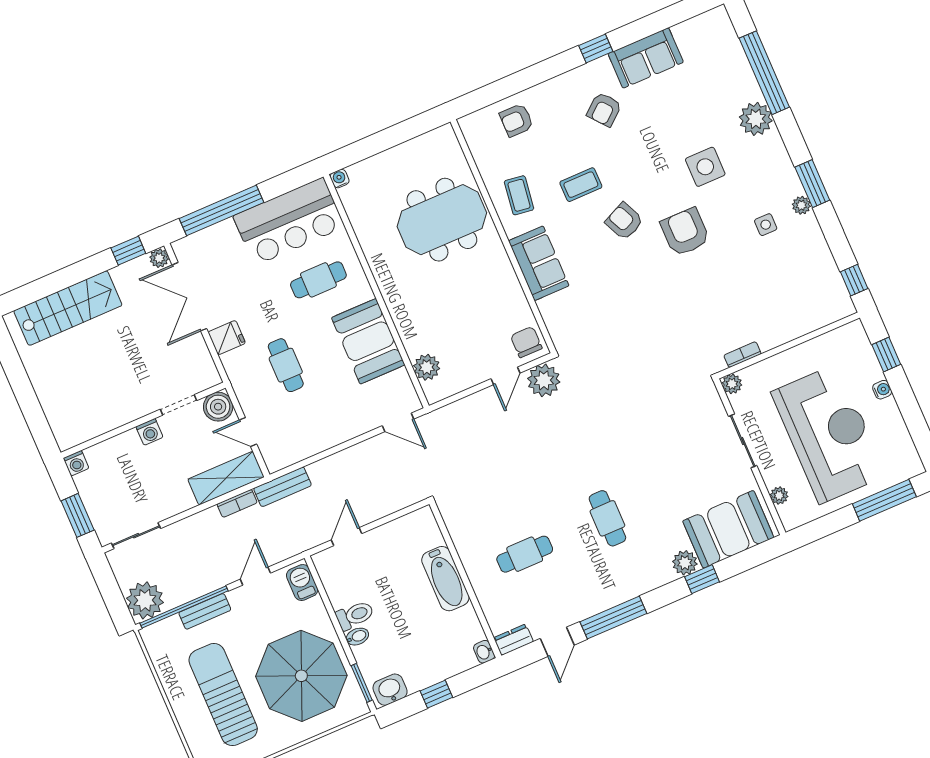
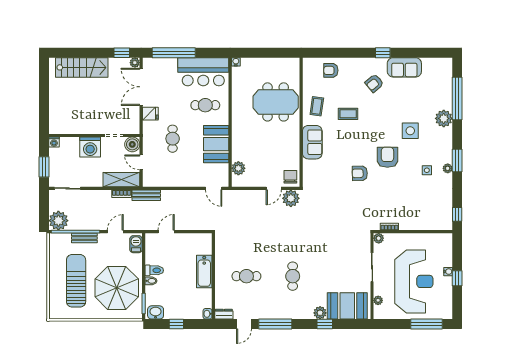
armchair: (624, 221) -> (360, 173), moved, turned -66
window: (886, 354) -> (457, 278), moved
washing machine: (150, 432) -> (90, 147), width x1.89, depth x1.89

